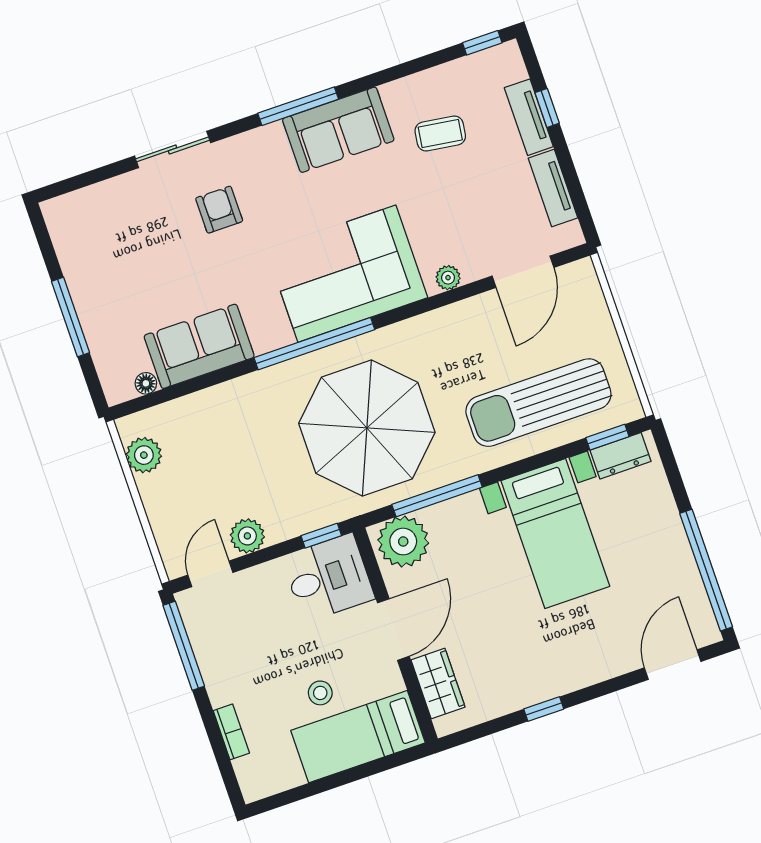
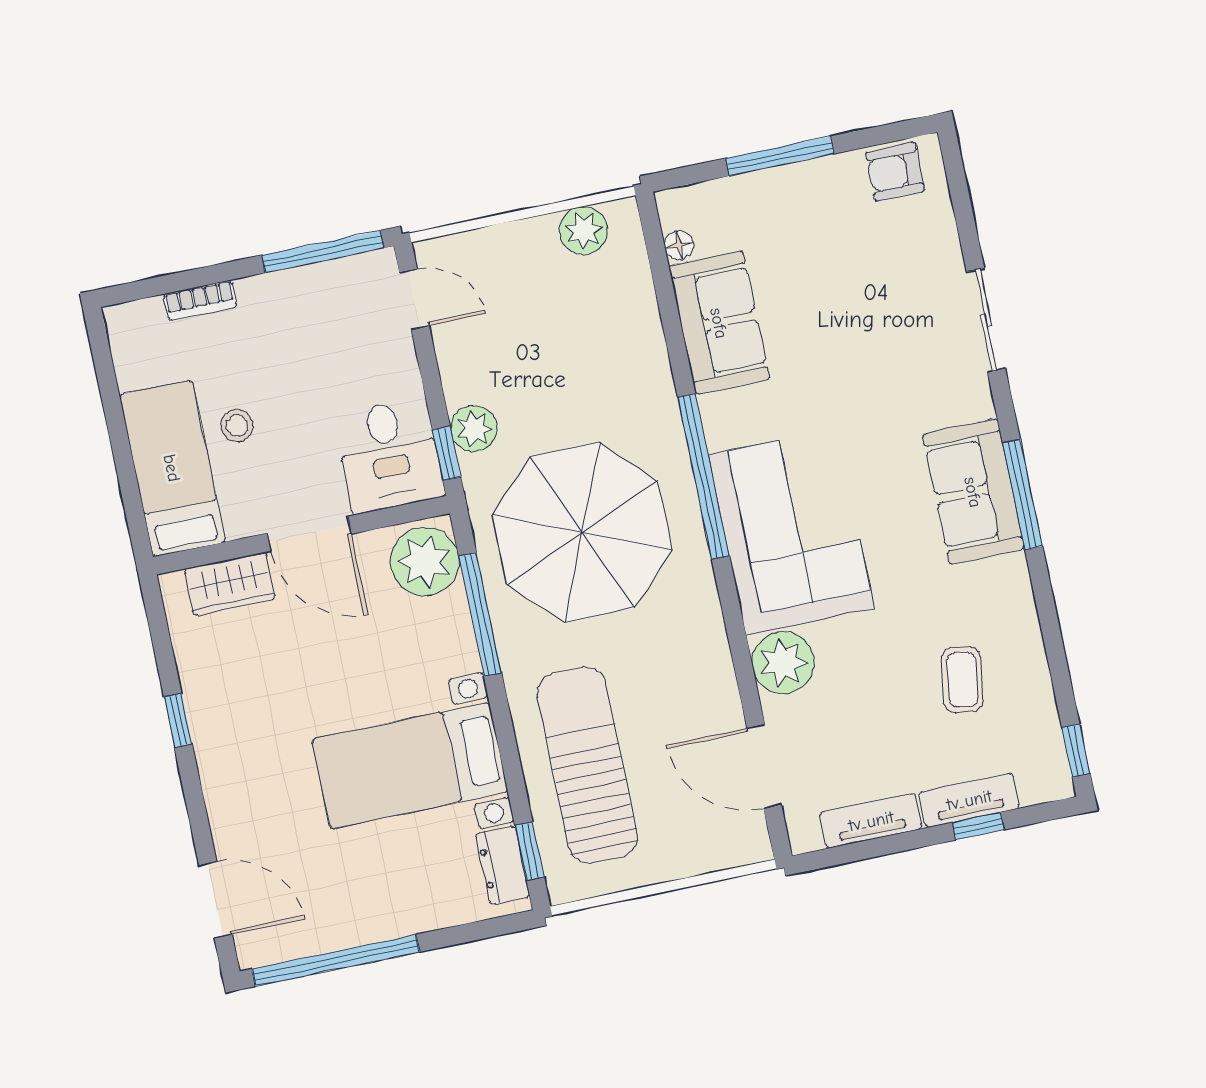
sofa: (338, 130) -> (973, 492), moved
armchair: (219, 210) -> (895, 172), moved, turned 180
plant: (448, 278) -> (783, 663), width x1.88, depth x1.88
plant: (247, 536) -> (474, 429), moved

